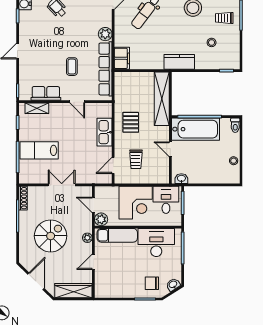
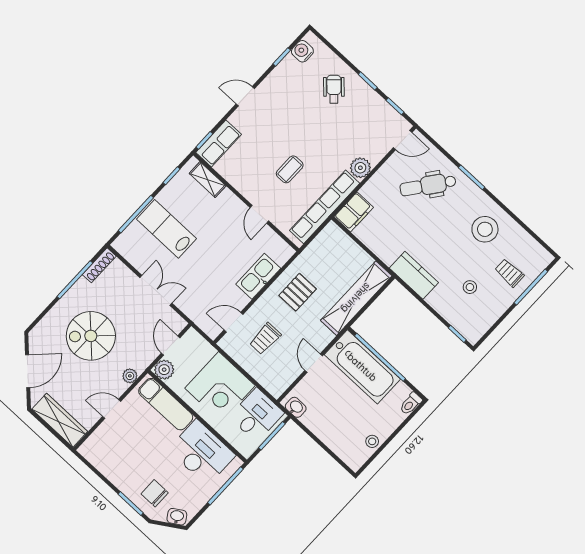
row of seats: (46, 93) -> (219, 143), moved, turned 90
spiral stairs: (51, 236) -> (91, 336), turned 180

